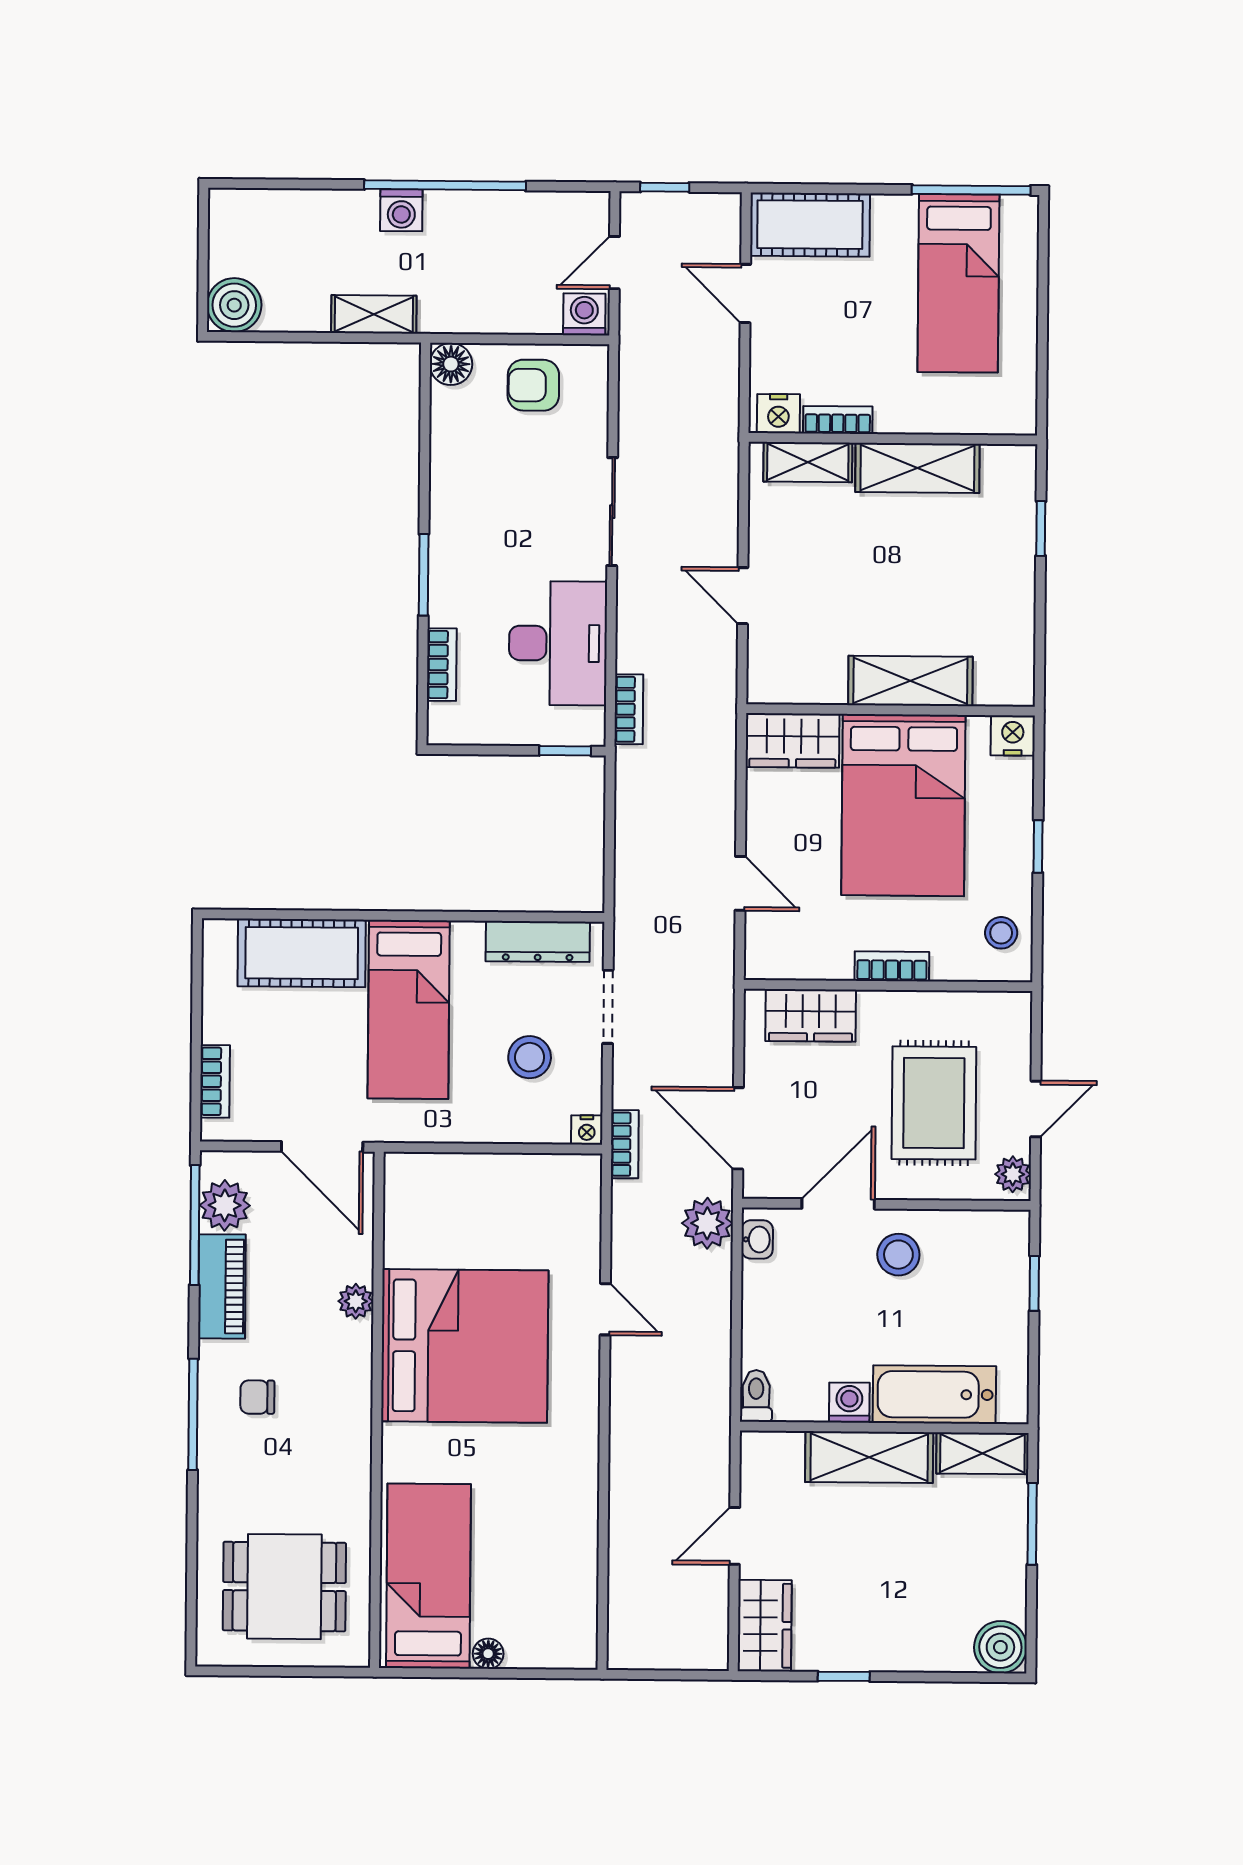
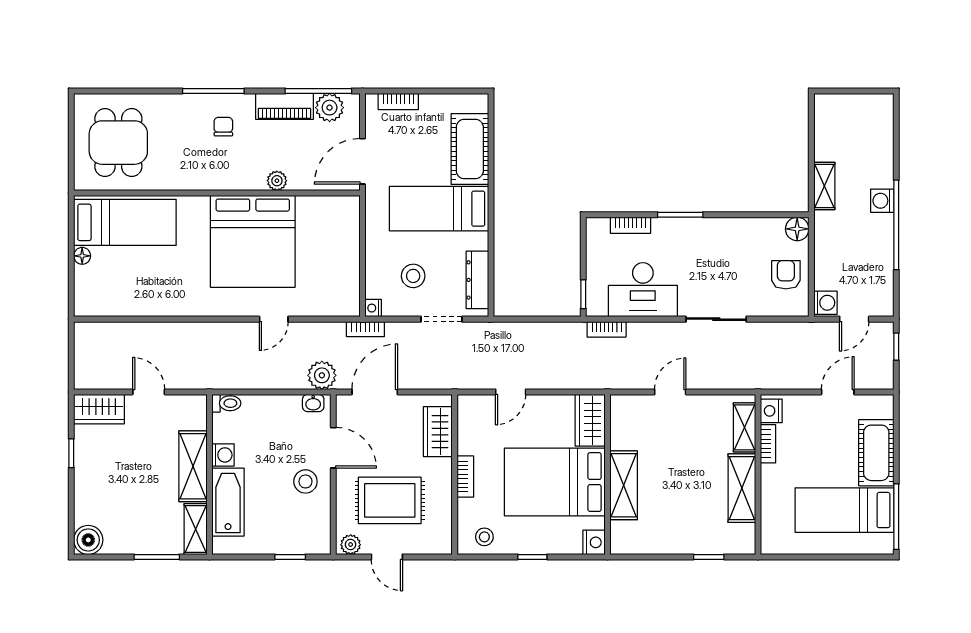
cot: (810, 225) -> (876, 453), moved
door: (614, 263) -> (854, 319), swing flipped
boiler: (234, 305) -> (829, 108), removed

